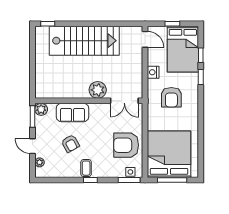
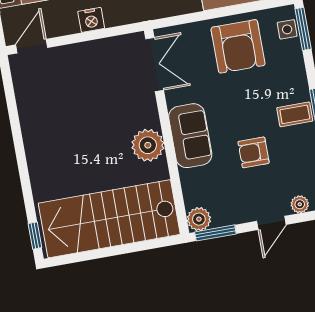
stairs: (84, 41) -> (109, 219), moved, turned -90
plant: (98, 90) -> (148, 145), moved
sofa: (72, 112) -> (190, 136), moved
armchair: (70, 143) -> (254, 152), turned -151

